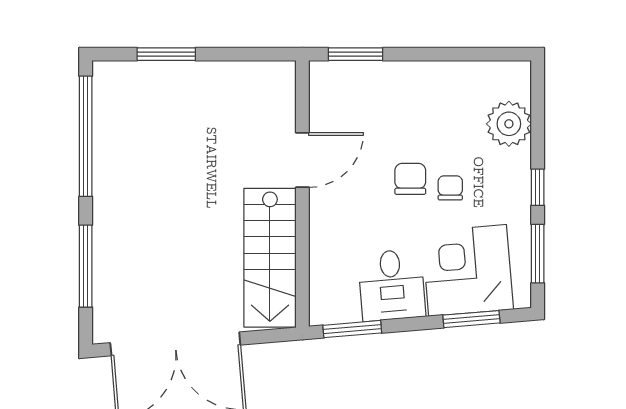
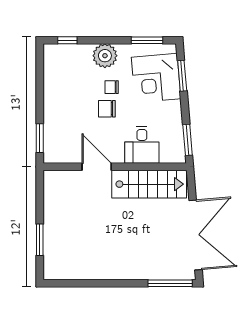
plant: (509, 124) -> (105, 56), moved
window: (86, 136) -> (84, 283), removed
window: (538, 187) -> (67, 40), moved
window: (86, 266) -> (170, 283), moved
desk: (392, 285) -> (142, 145), moved, turned 95

